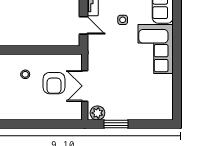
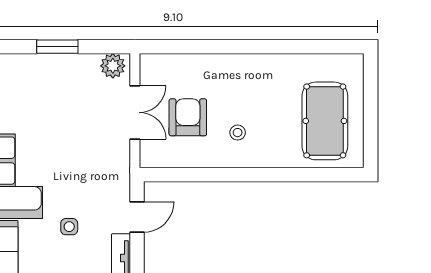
door: (83, 25) -> (137, 217), swing flipped
window: (116, 124) -> (57, 47), moved

